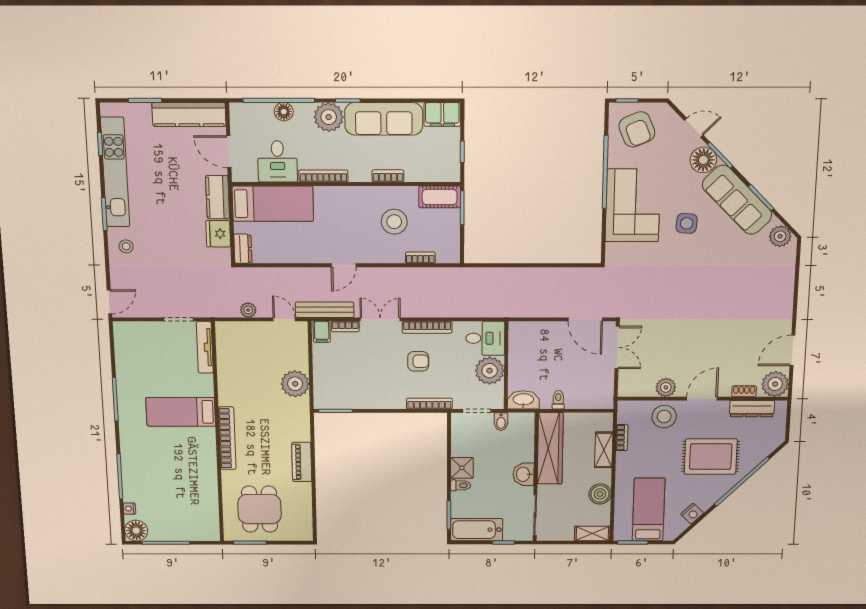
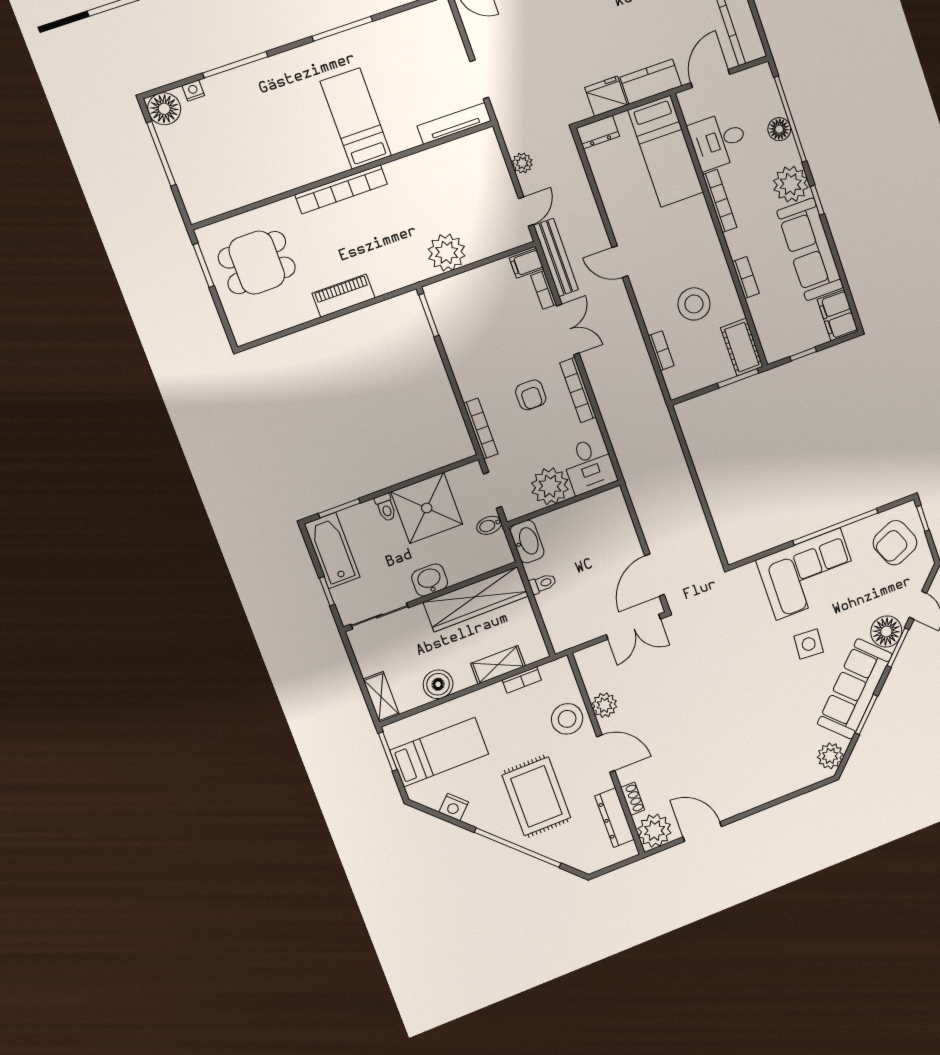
shower: (462, 468) -> (427, 508), width x1.86, depth x1.86

